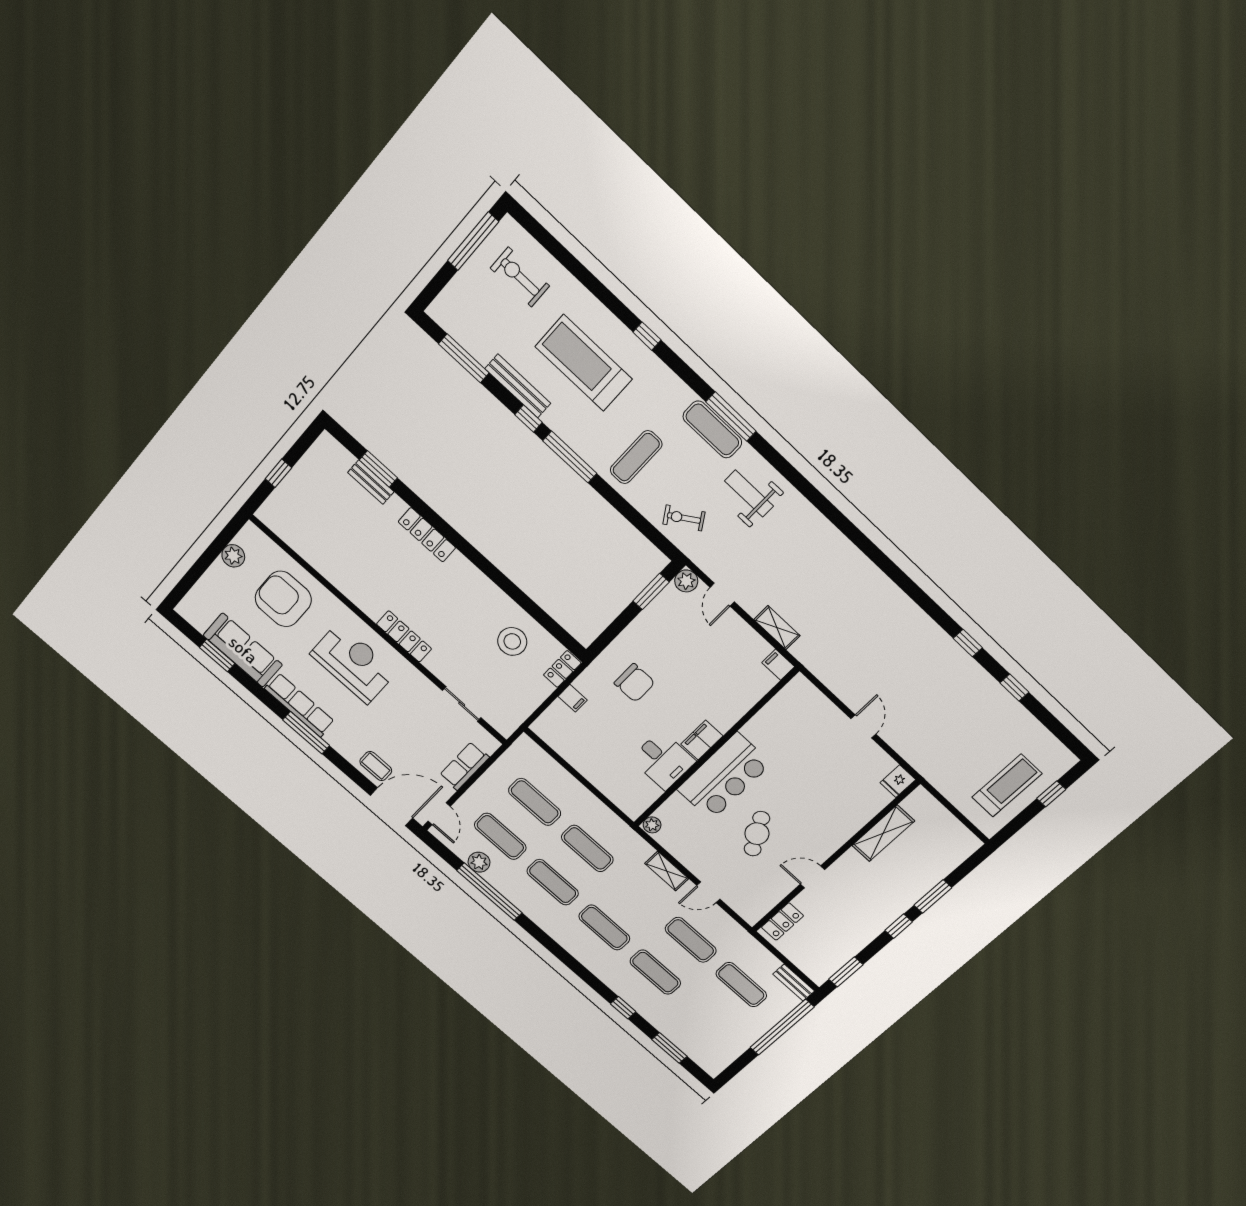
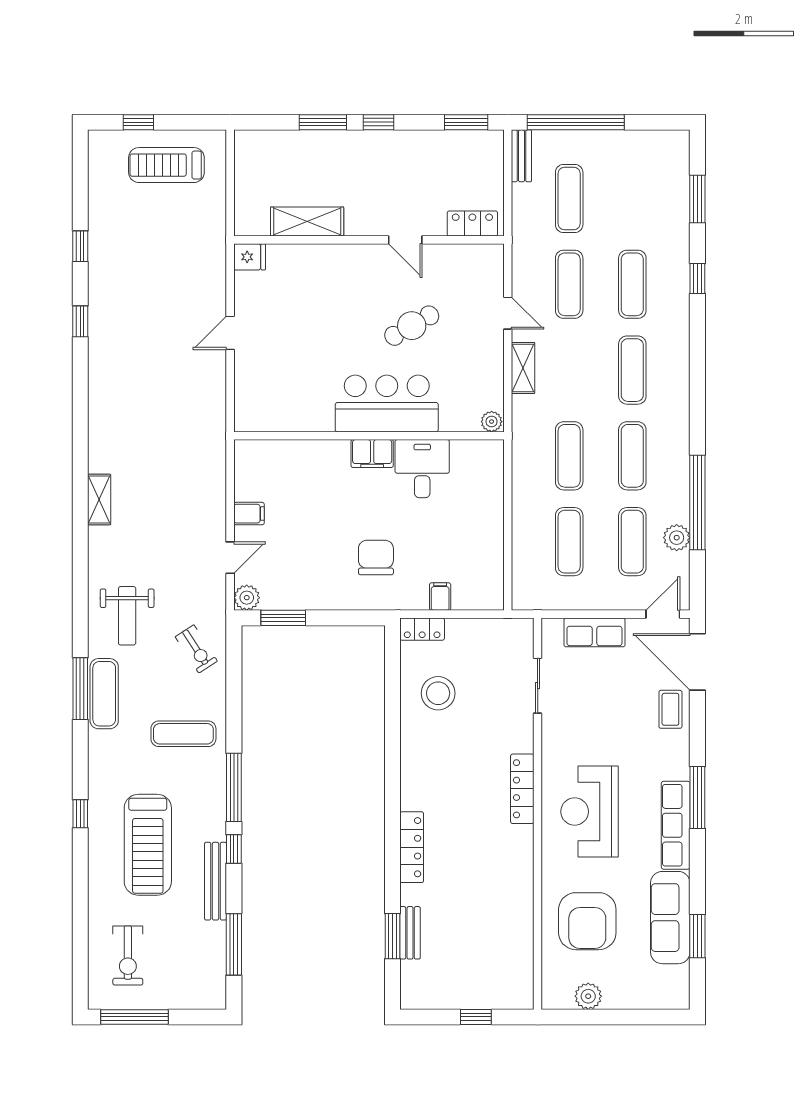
shelving: (777, 628) -> (99, 500), moved
filing cabinet: (778, 665) -> (249, 514), moved, turned -90

